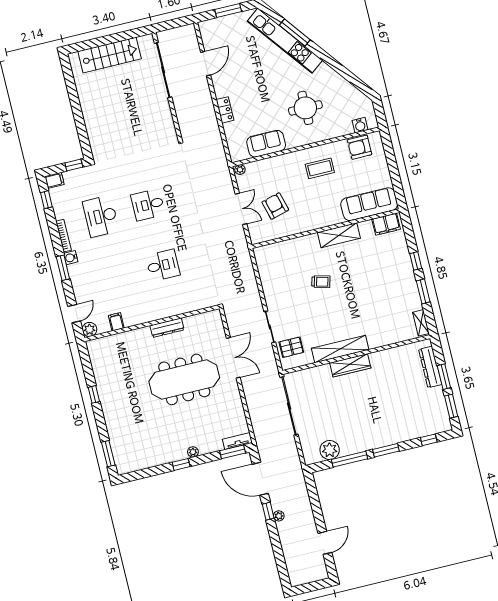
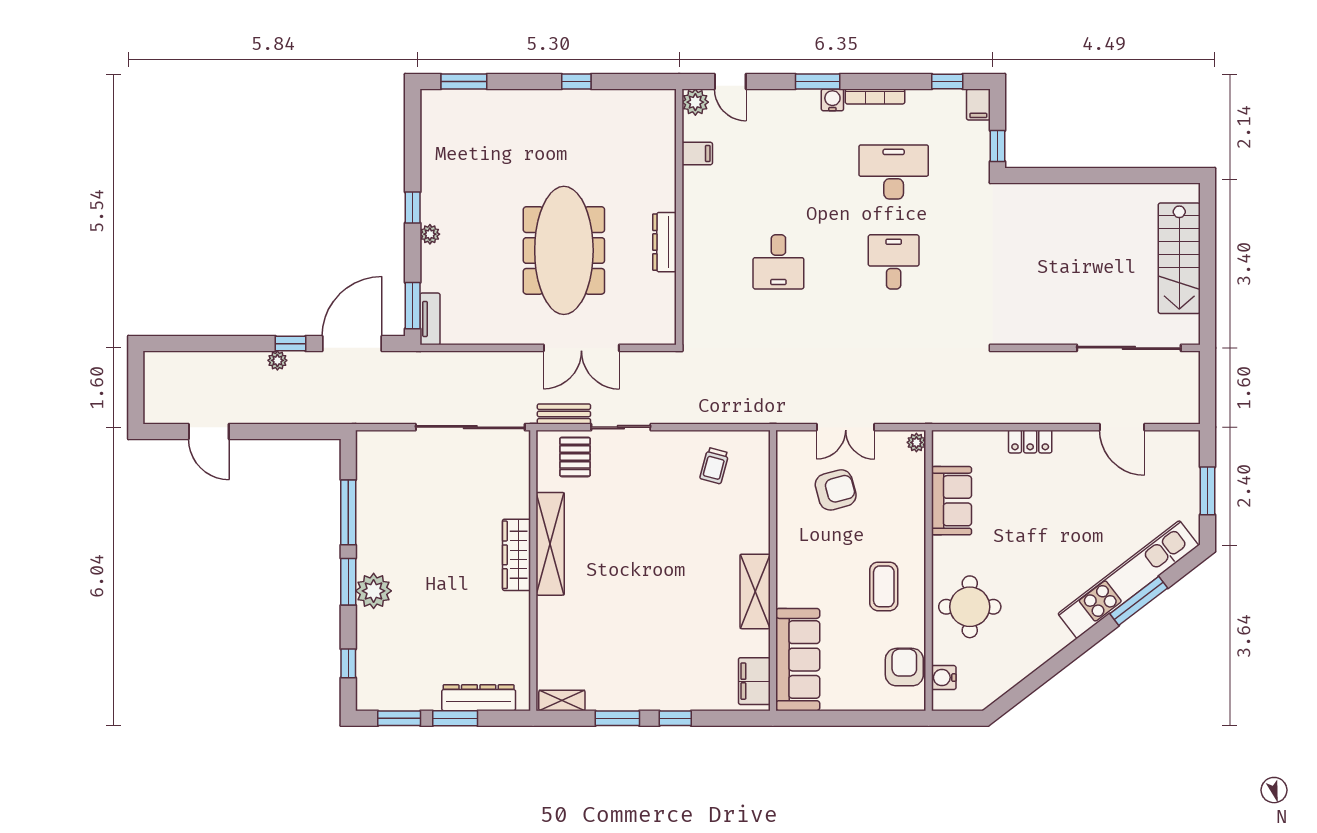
round table: (305, 108) -> (970, 607), moved
trolley: (321, 282) -> (714, 466), moved
bench: (270, 358) -> (564, 414), added
plant: (330, 450) -> (374, 591), moved

